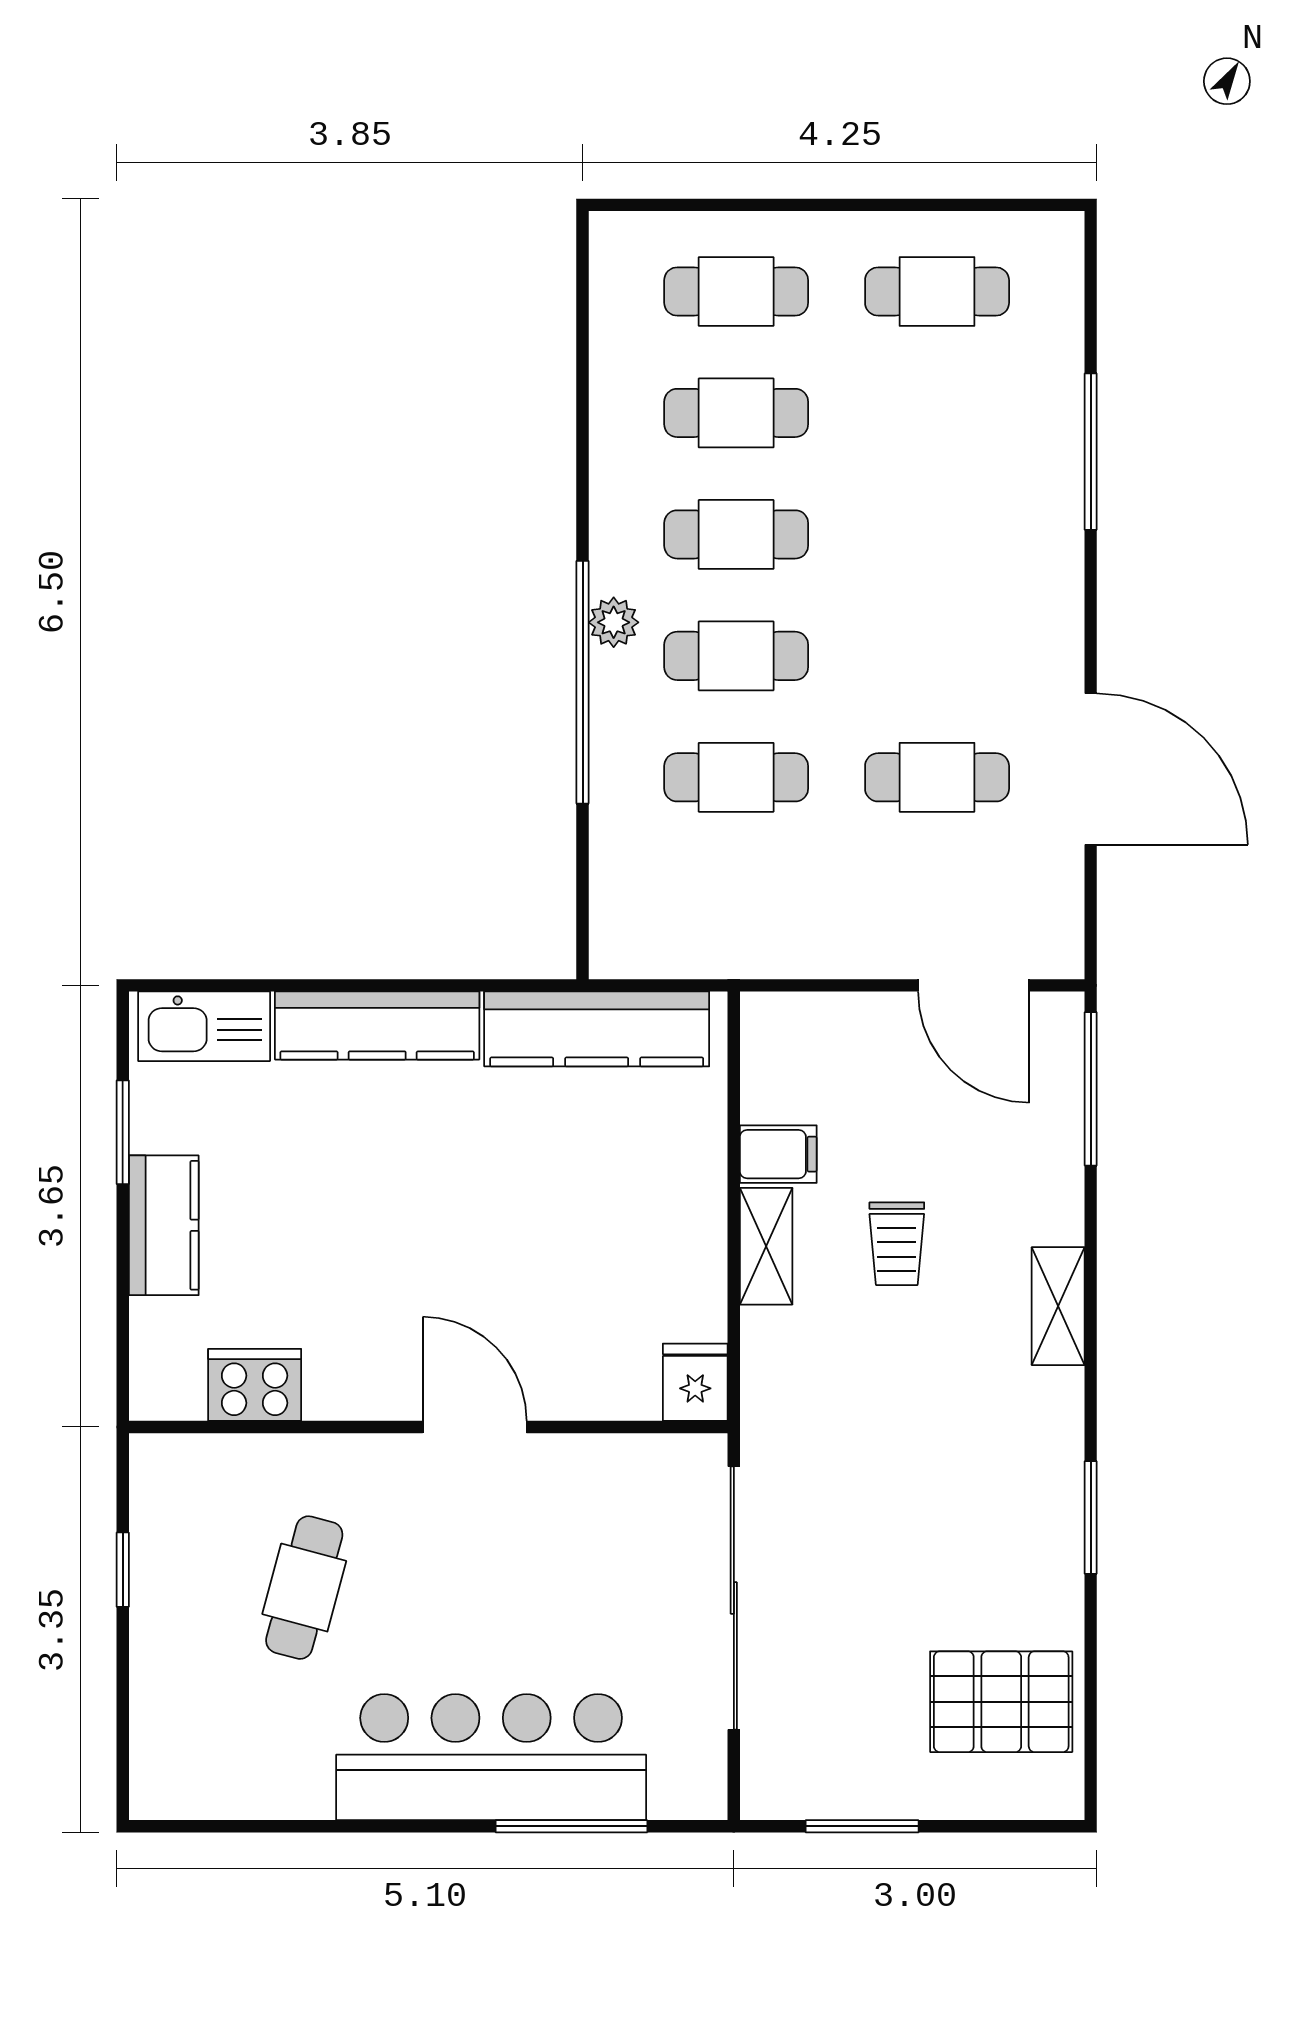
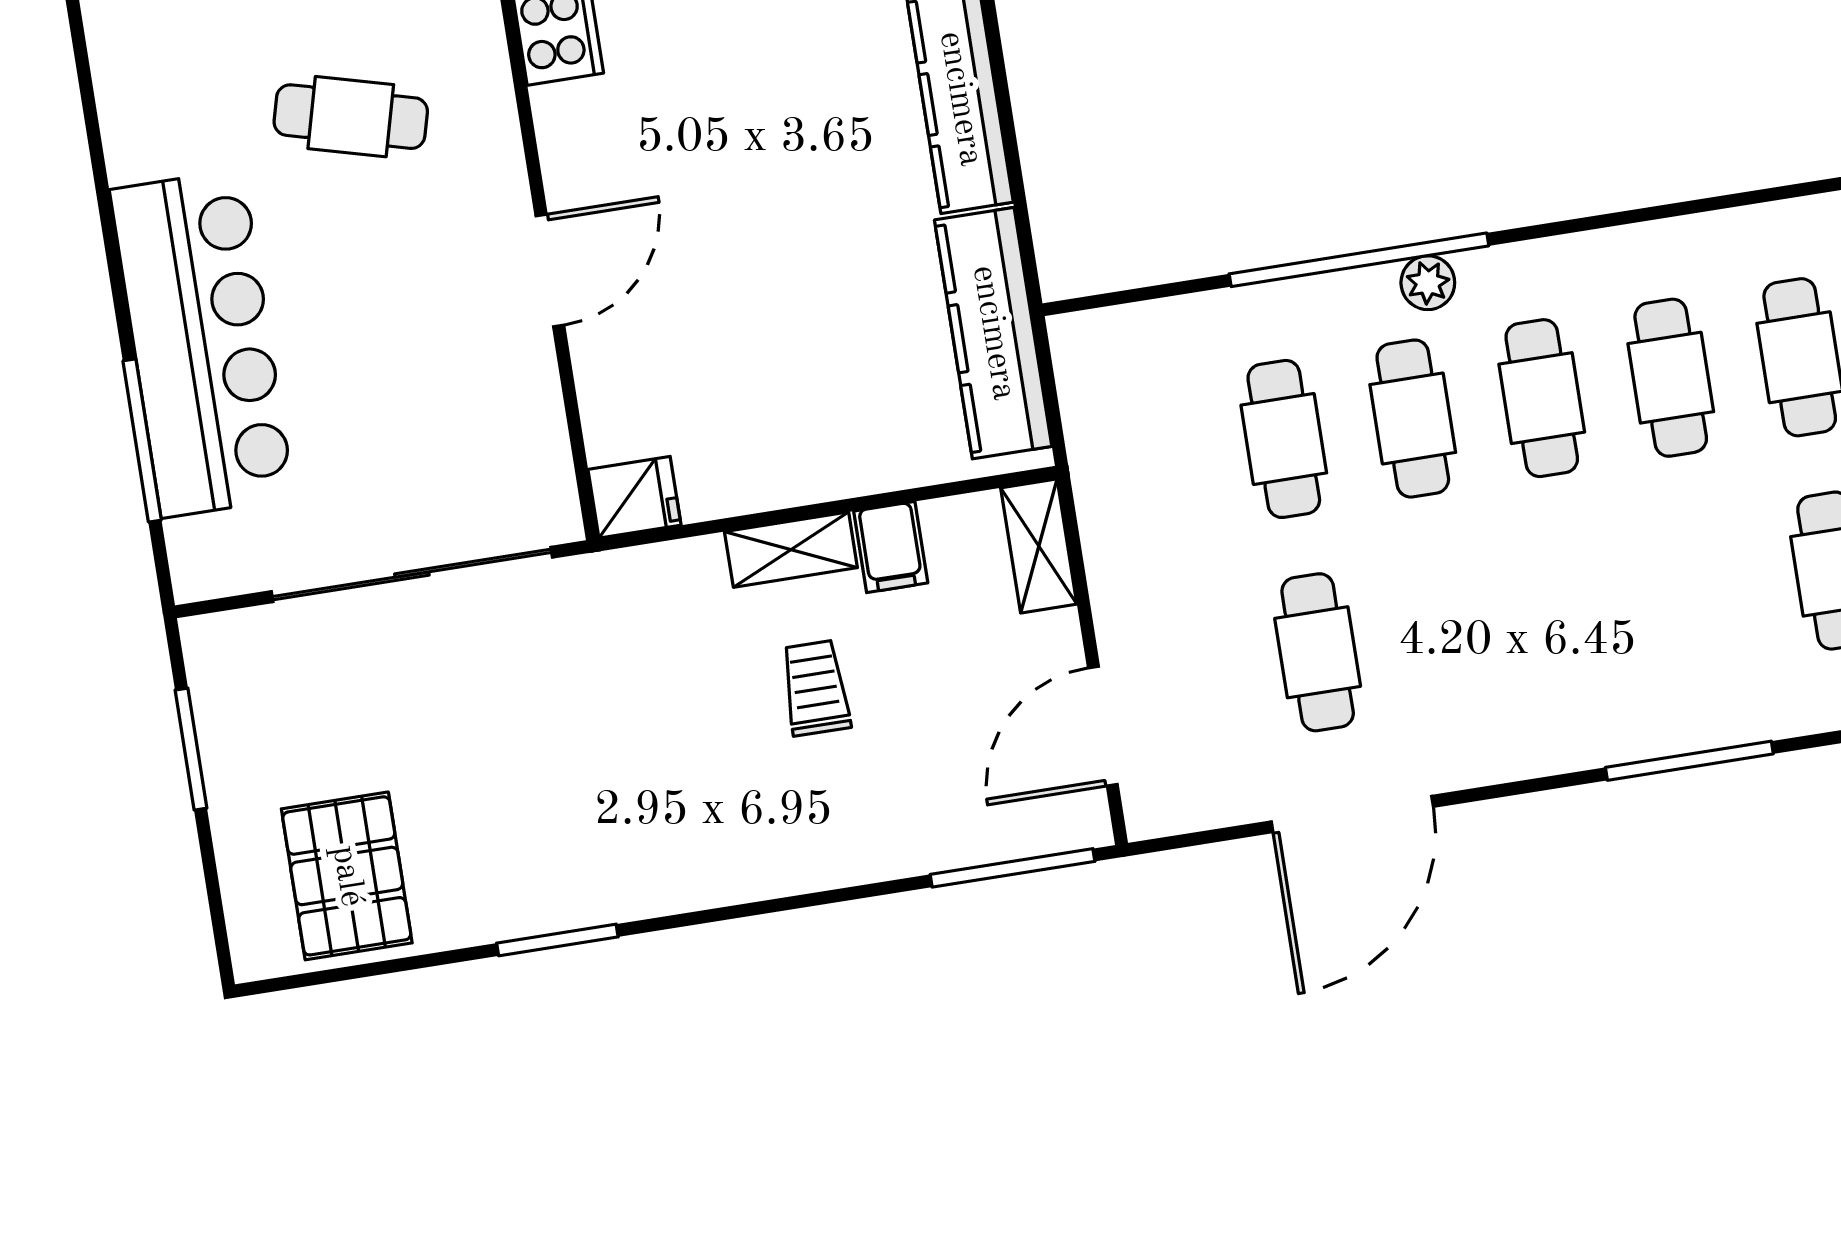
trolley: (897, 1244) -> (816, 688), turned 90
shelving: (1058, 1306) -> (1039, 546), moved, turned 90

